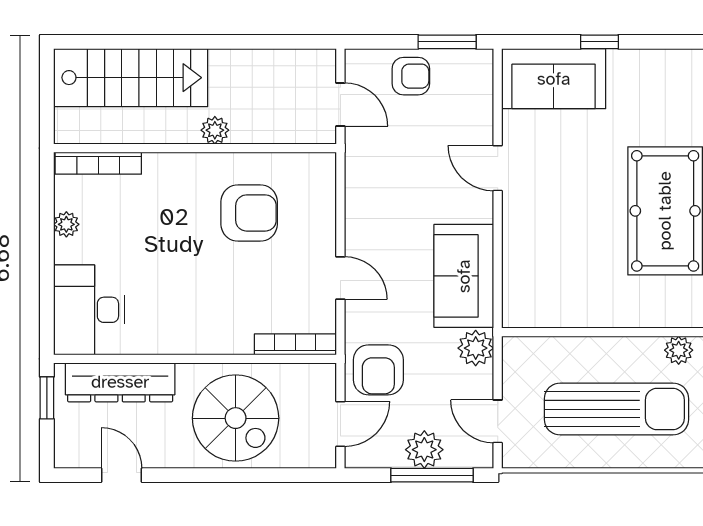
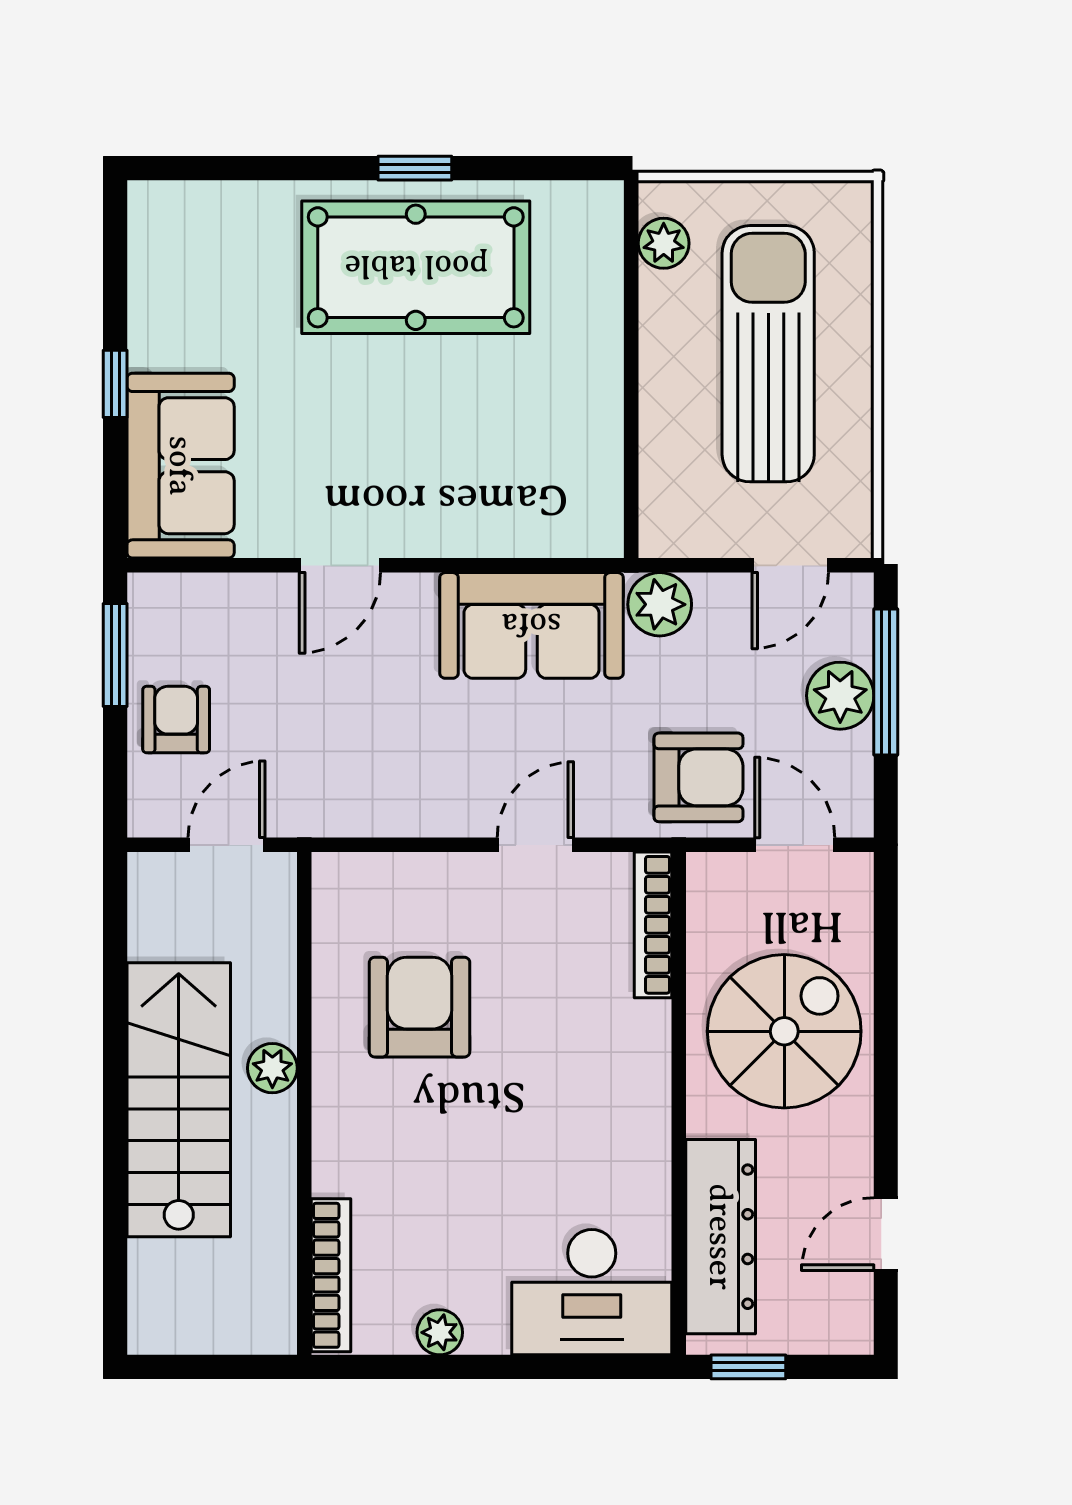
stairs: (131, 78) -> (179, 1100), moved

